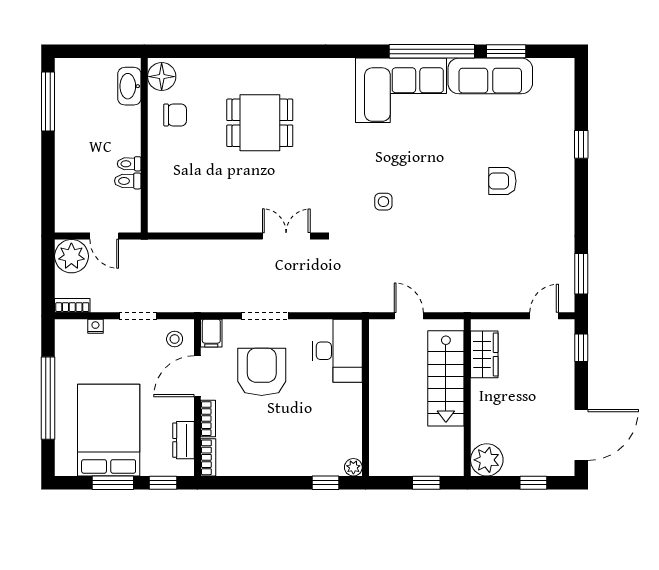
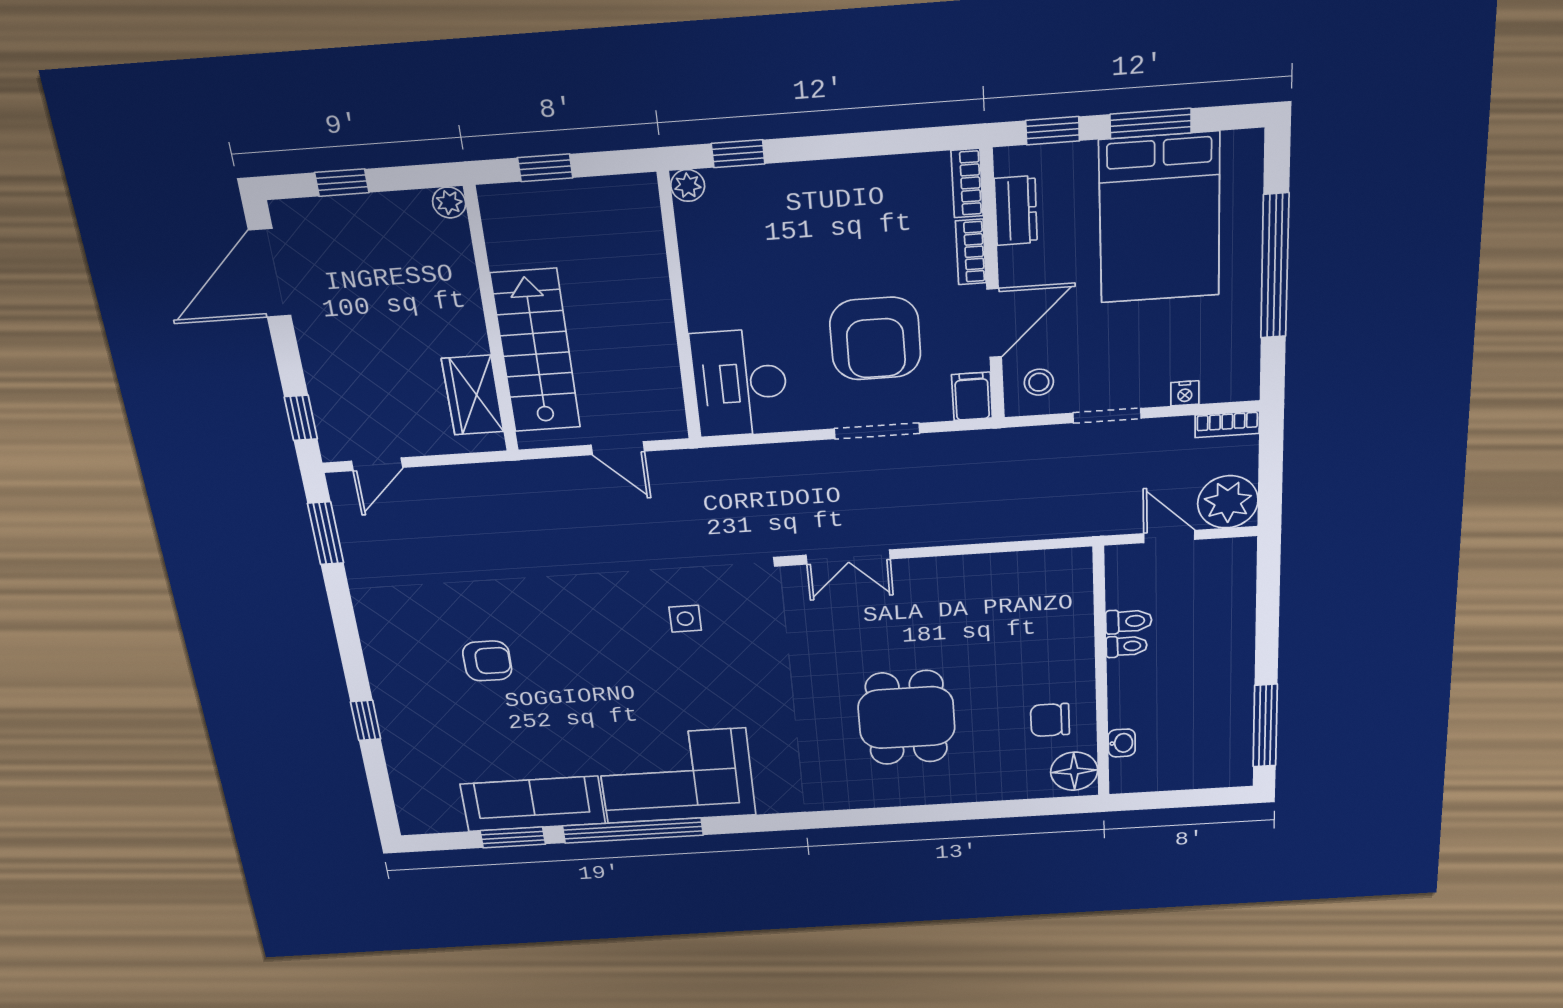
washbasin: (129, 86) -> (1122, 743), width x0.52, depth x0.69
dining table: (260, 123) -> (906, 718), turned 90
plant: (487, 460) -> (449, 202), width x0.53, depth x0.53

